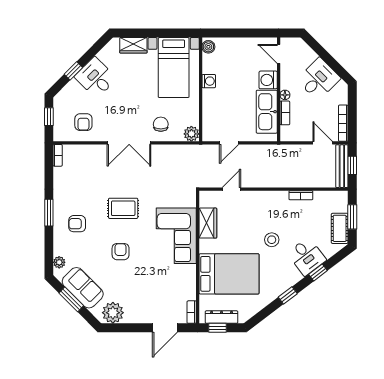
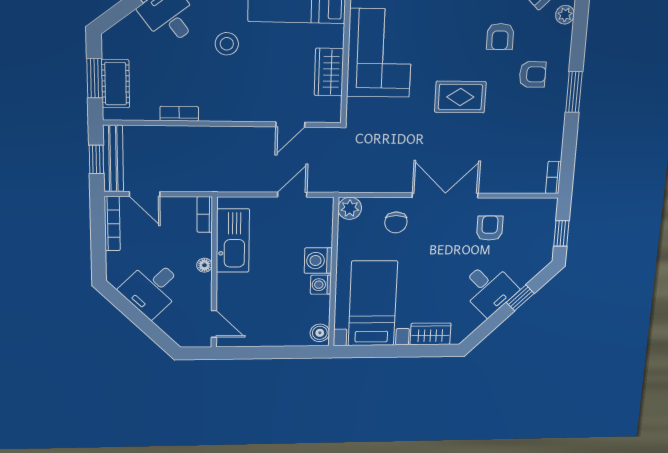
washing machine: (268, 80) -> (318, 261), moved, turned 180
bookcase: (285, 113) -> (205, 214), moved
armchair: (83, 122) -> (490, 228), moved
cot: (340, 228) -> (116, 84), moved
armchair: (121, 252) -> (500, 37), moved

